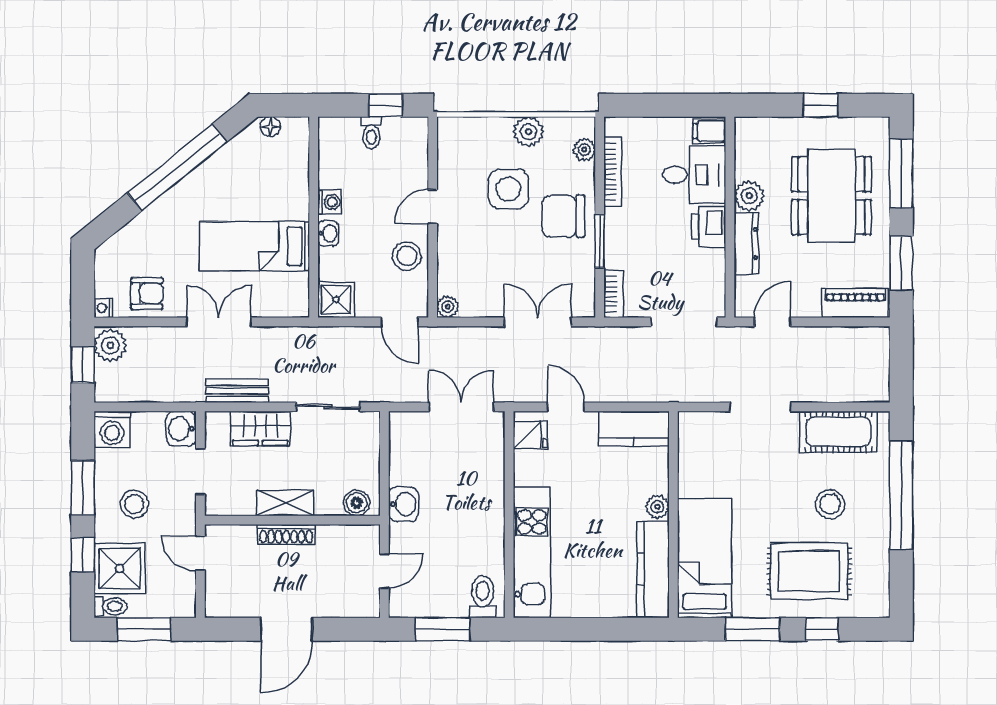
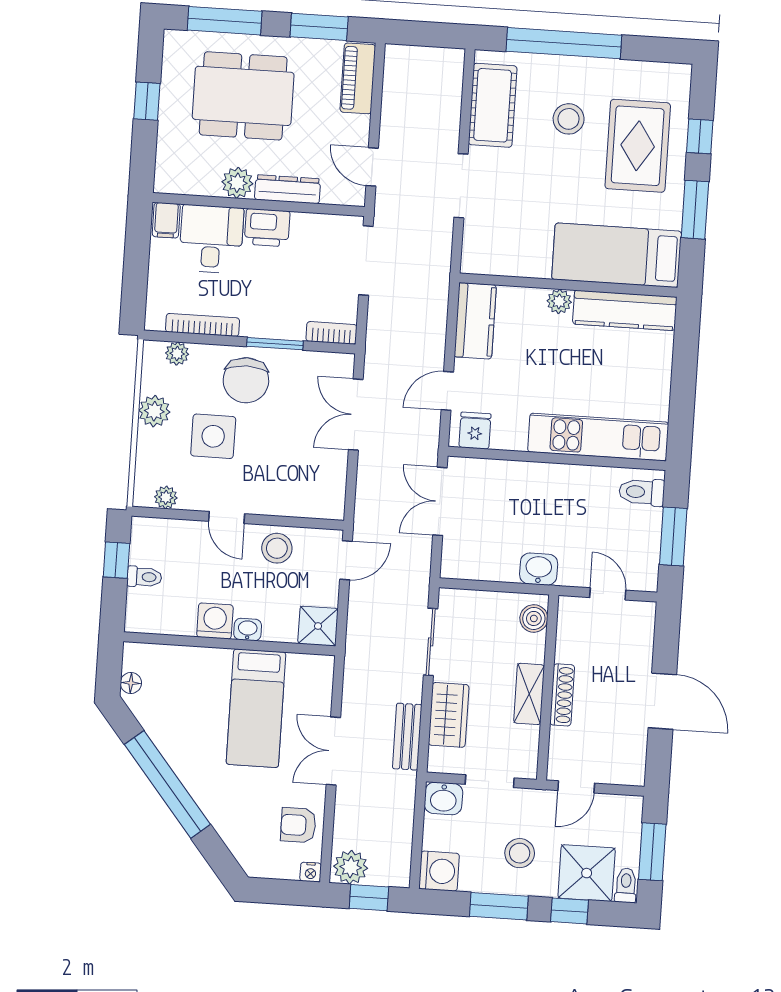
washing machine: (330, 202) -> (215, 621), width x1.38, depth x1.38
armchair: (147, 293) -> (298, 825), turned -90
plant: (448, 307) -> (166, 497), moved

